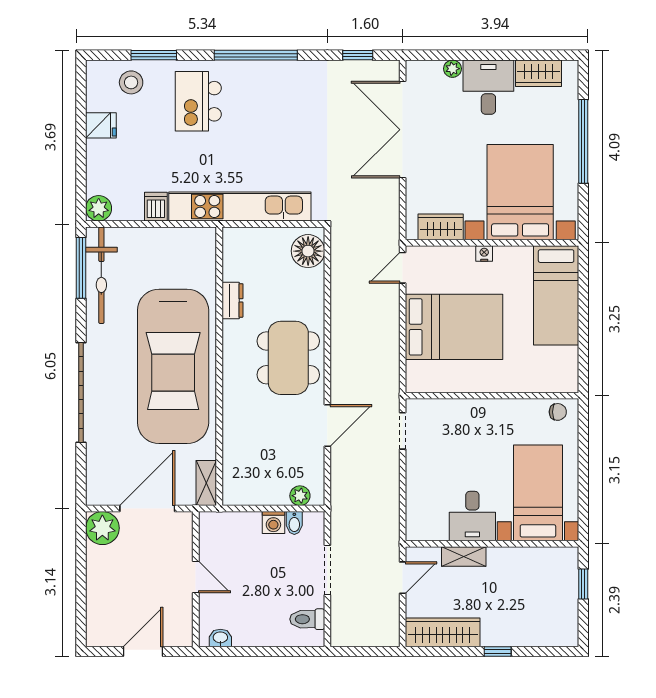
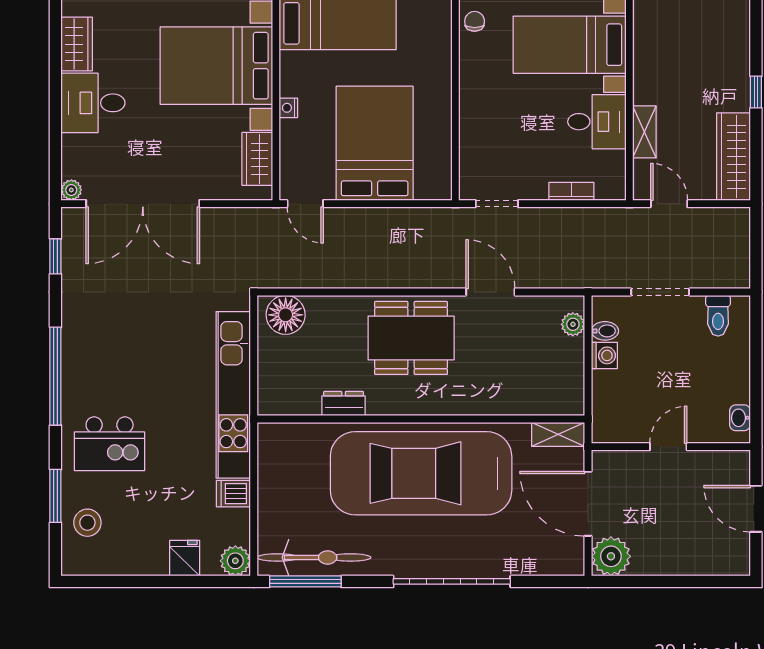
plant: (453, 69) -> (71, 190), moved
fridge: (101, 125) -> (185, 558), moved
car: (173, 366) -> (421, 473), turned 180
bookcase: (413, 494) -> (571, 191), added

